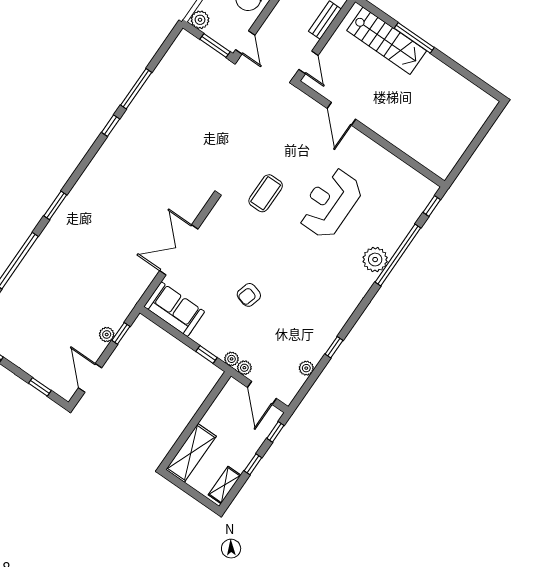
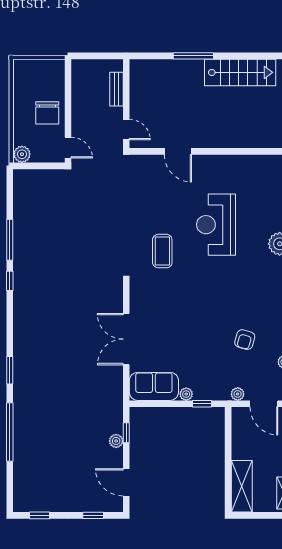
stairs: (387, 41) -> (240, 72), moved
window: (215, 46) -> (47, 166), removed
armchair: (249, 295) -> (245, 340), moved
plant: (232, 359) -> (186, 394), moved

